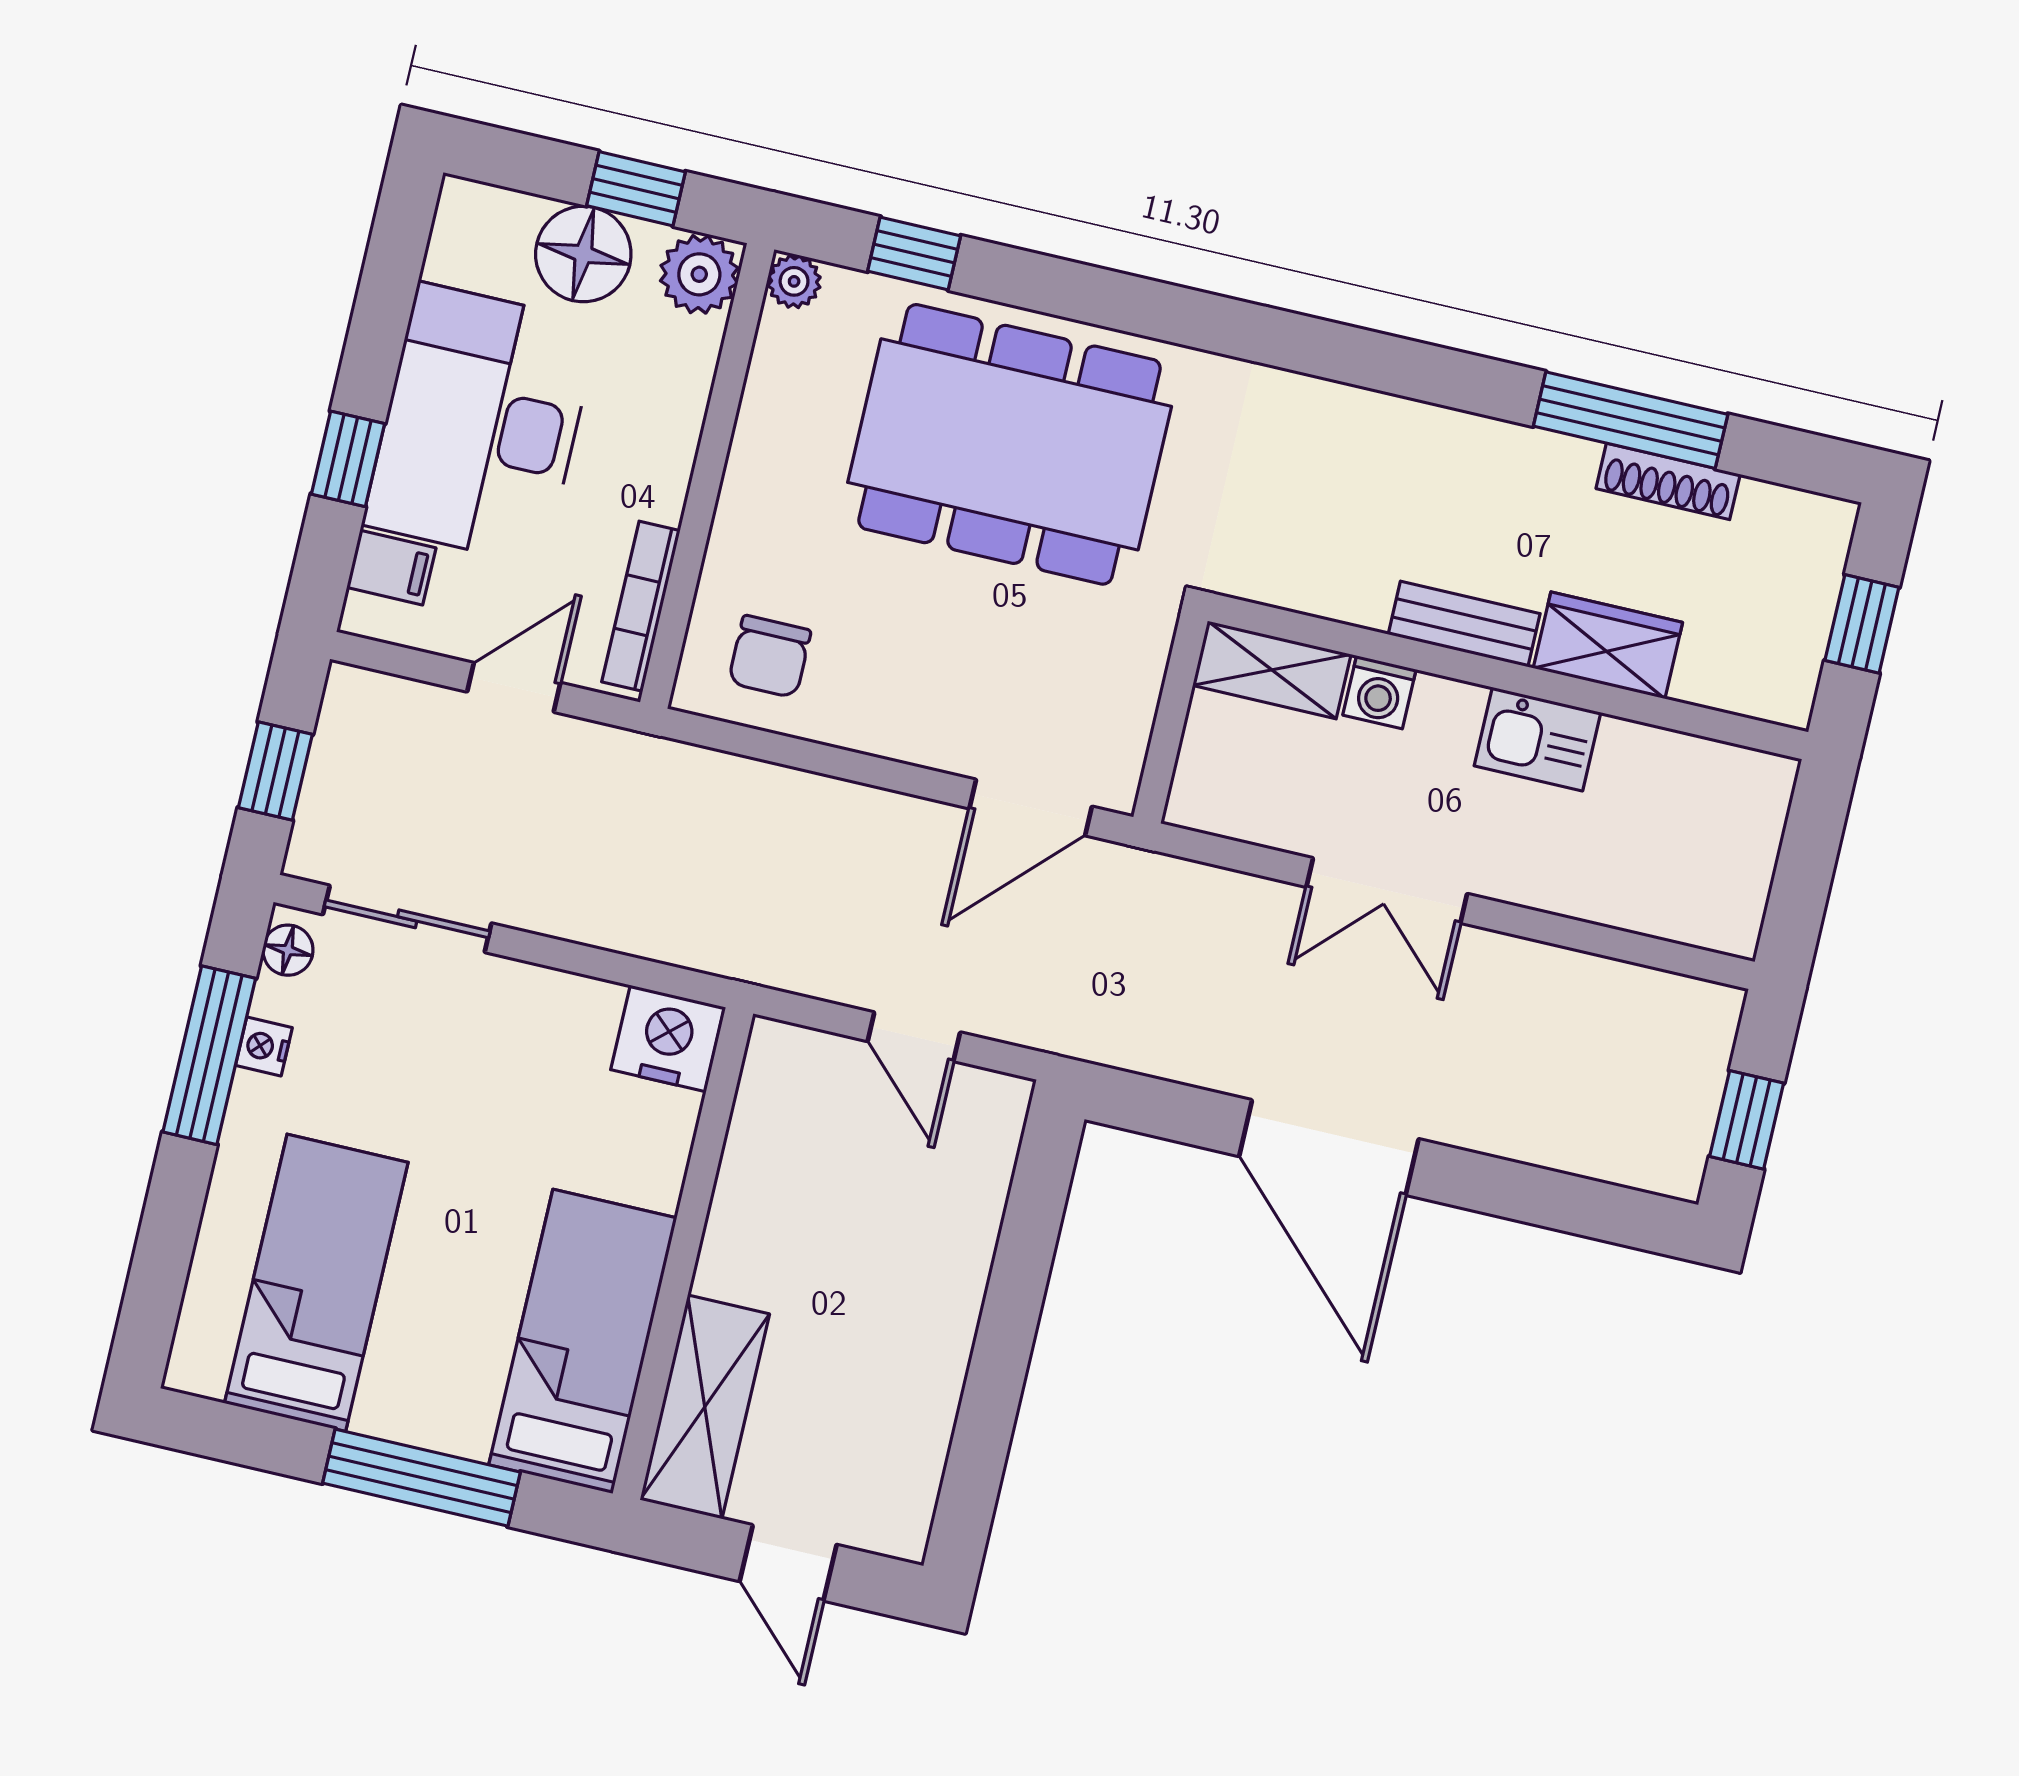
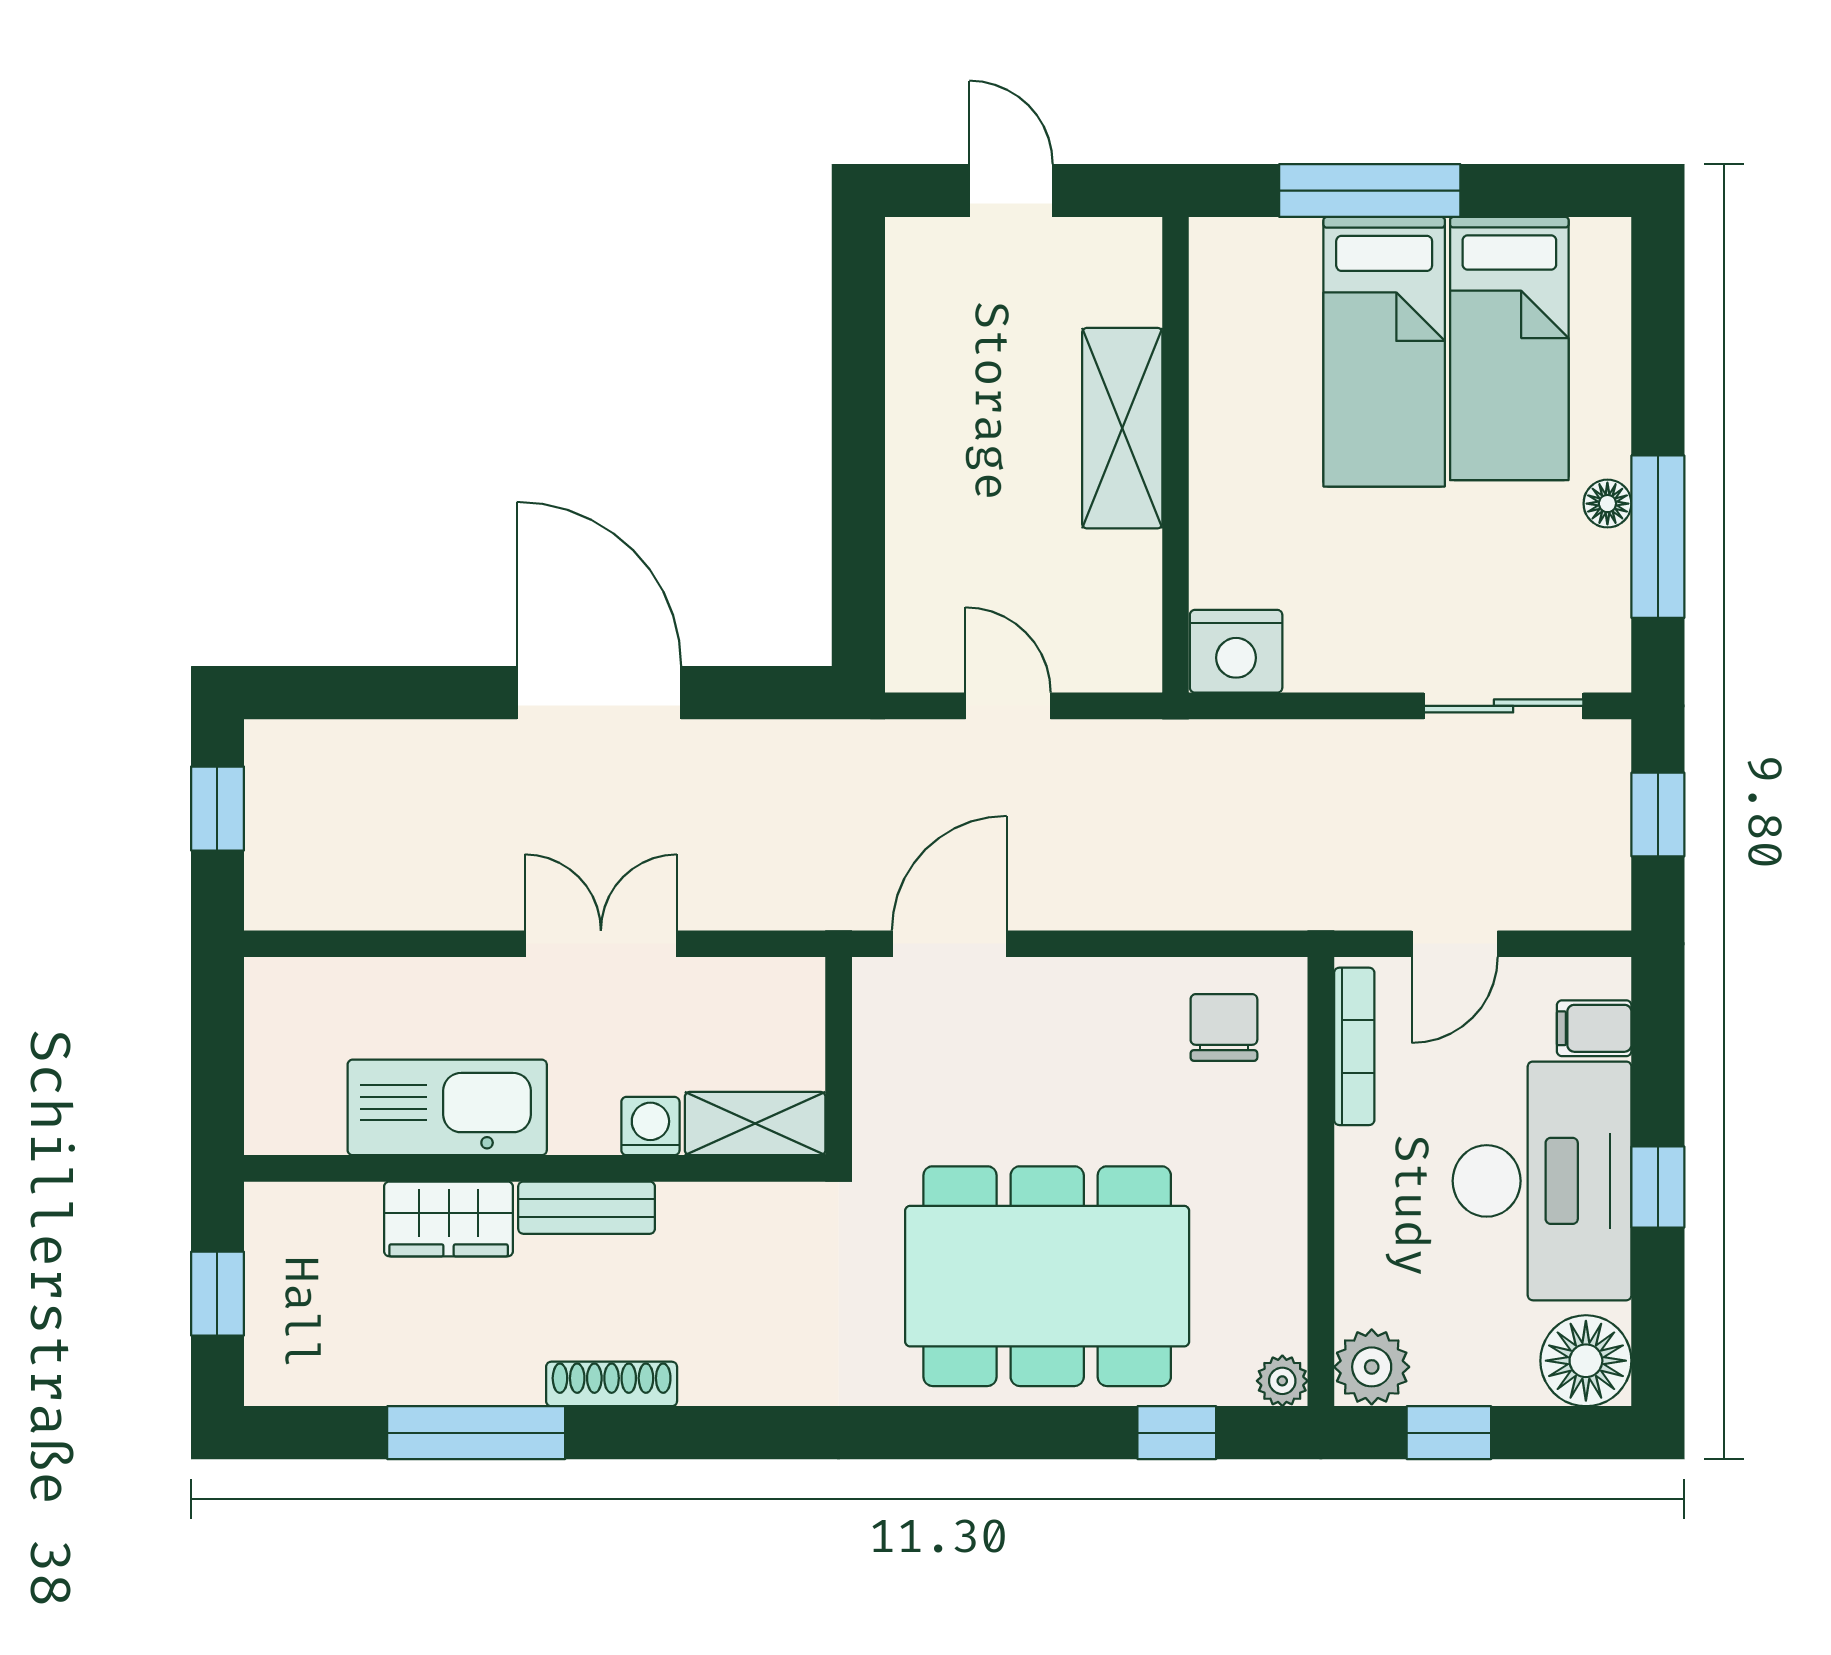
floor lamp: (583, 254) -> (1586, 1361), moved
window: (348, 459) -> (1658, 1187), moved
shoe rack: (1668, 481) -> (612, 1384), moved
kitchen sink: (1537, 739) -> (447, 1107), width x1.87, depth x1.24
floor lamp: (288, 950) -> (1607, 504), moved
nightstand: (264, 1046) -> (1609, 556), removed
bed: (583, 1341) -> (1384, 352), moved
shelving: (705, 1407) -> (1122, 428), moved

